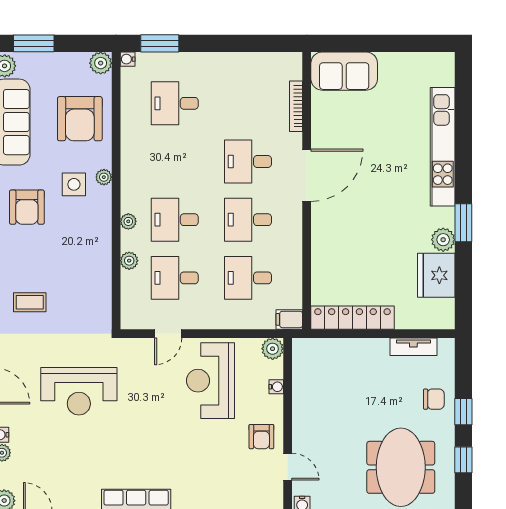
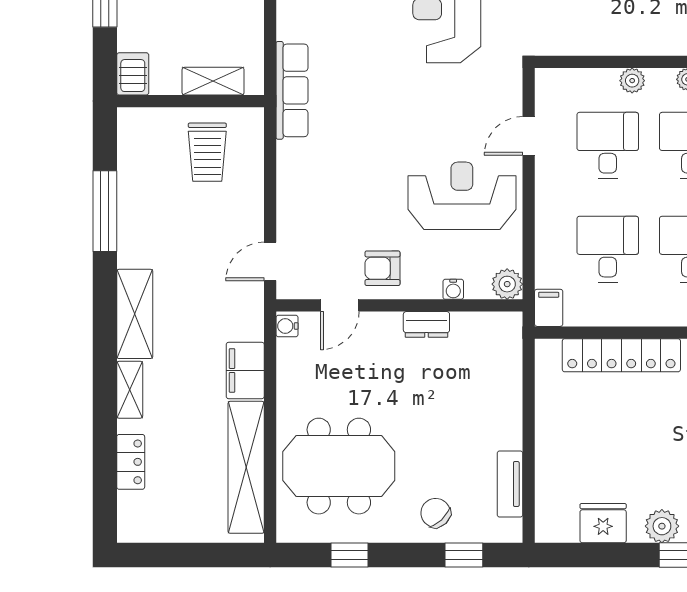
fridge: (436, 275) -> (603, 523), width x0.73, depth x0.75
locker: (352, 318) -> (621, 355), moved, turned 90
door: (168, 334) -> (529, 136), hinge flipped
chair: (434, 399) -> (436, 513), turned 137
dresser: (301, 406) -> (426, 324), added
window: (463, 412) -> (464, 555), moved

